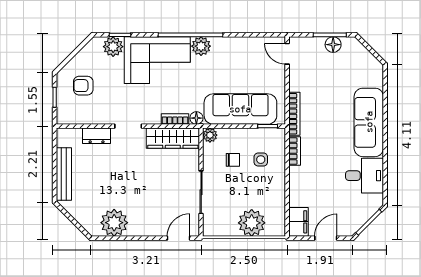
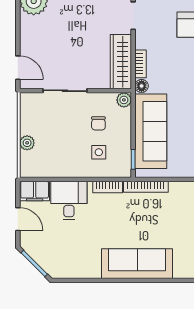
desk: (365, 176) -> (69, 201), moved, turned 180
plant: (252, 223) -> (27, 143), width x0.53, depth x0.53

